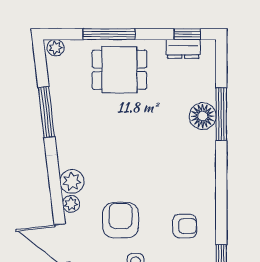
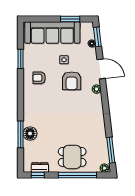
window: (109, 34) -> (77, 175), width x1.46
window: (46, 112) -> (111, 150), moved
plant: (72, 181) -> (96, 100), removed

